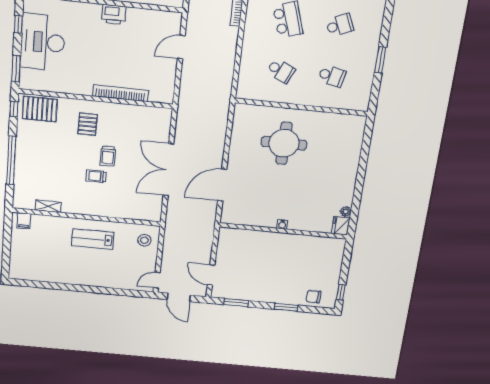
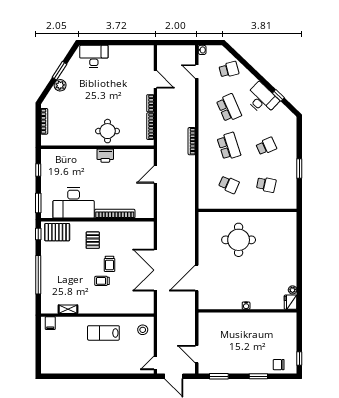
desk: (43, 42) -> (74, 203), moved, turned -90

